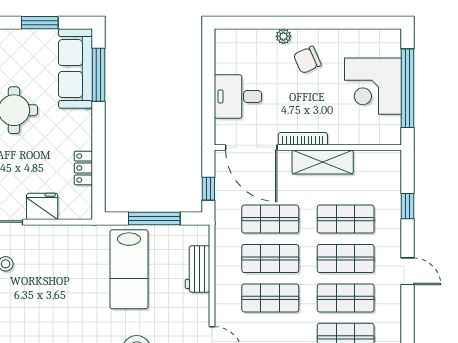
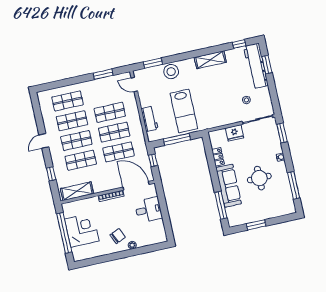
sofa: (76, 69) -> (229, 186), moved
shelving: (323, 162) -> (77, 191), moved
lab bench: (129, 269) -> (184, 111), turned 180
door: (407, 271) -> (44, 141), hinge flipped

